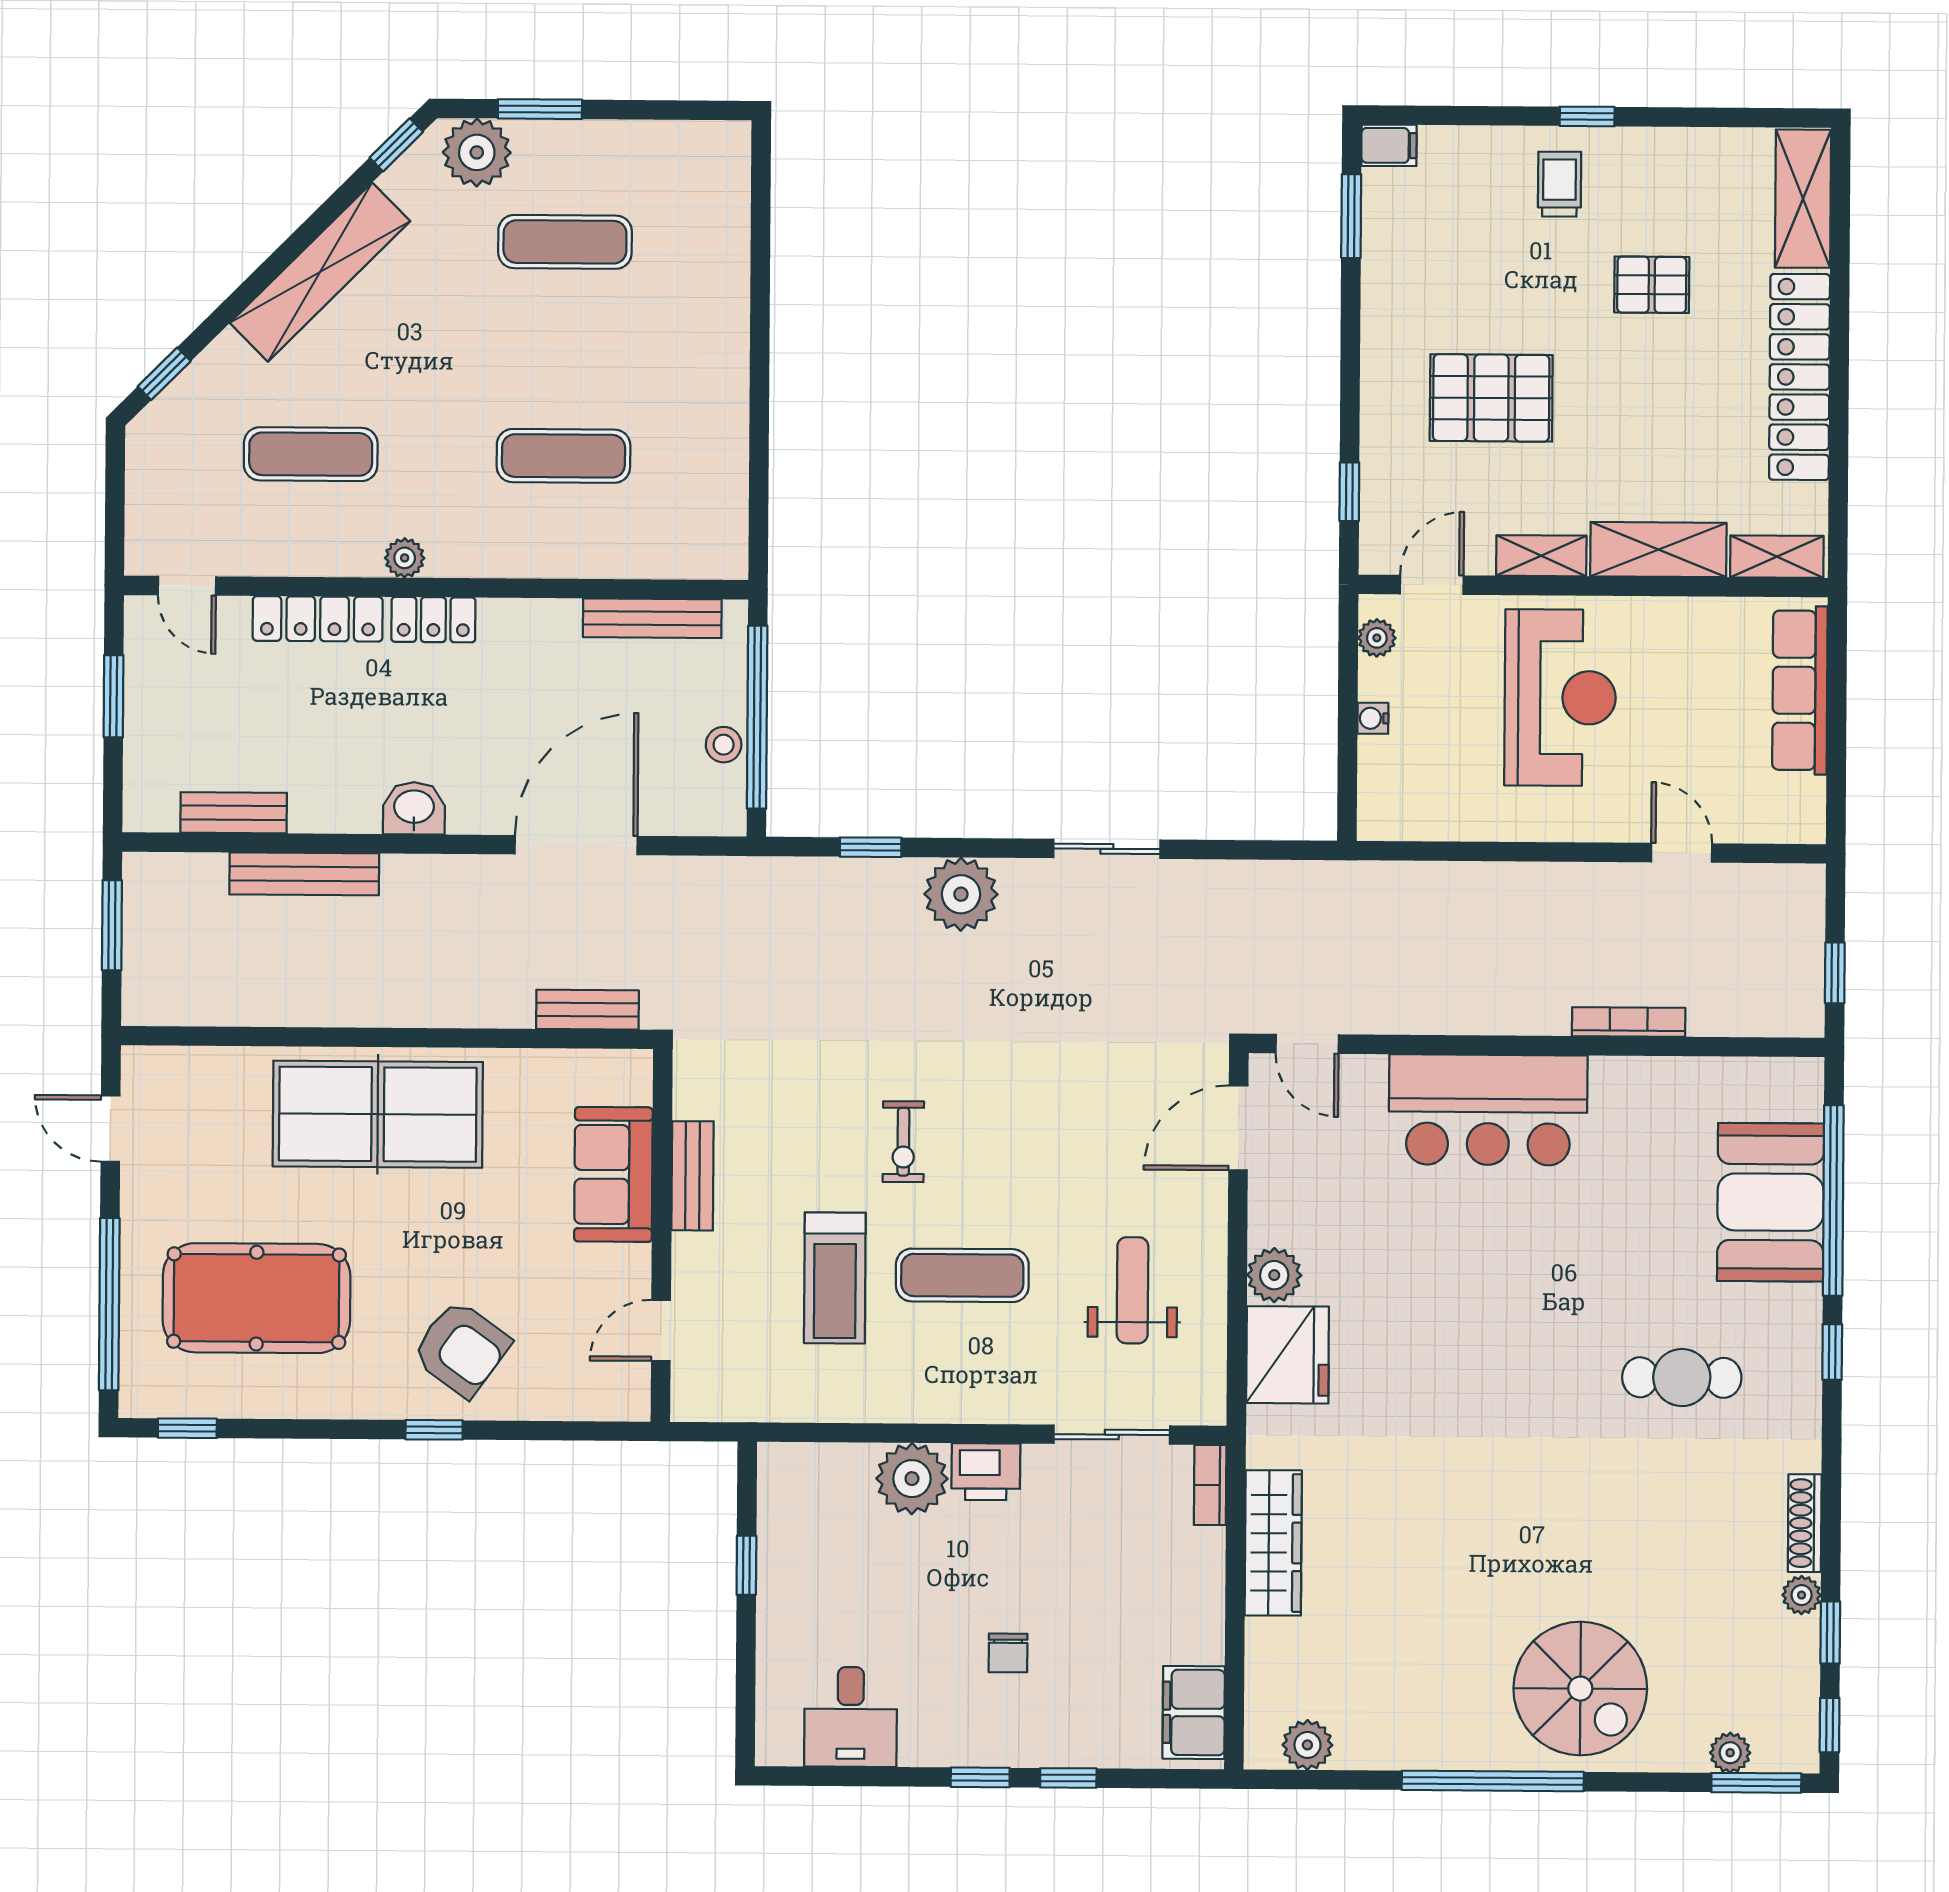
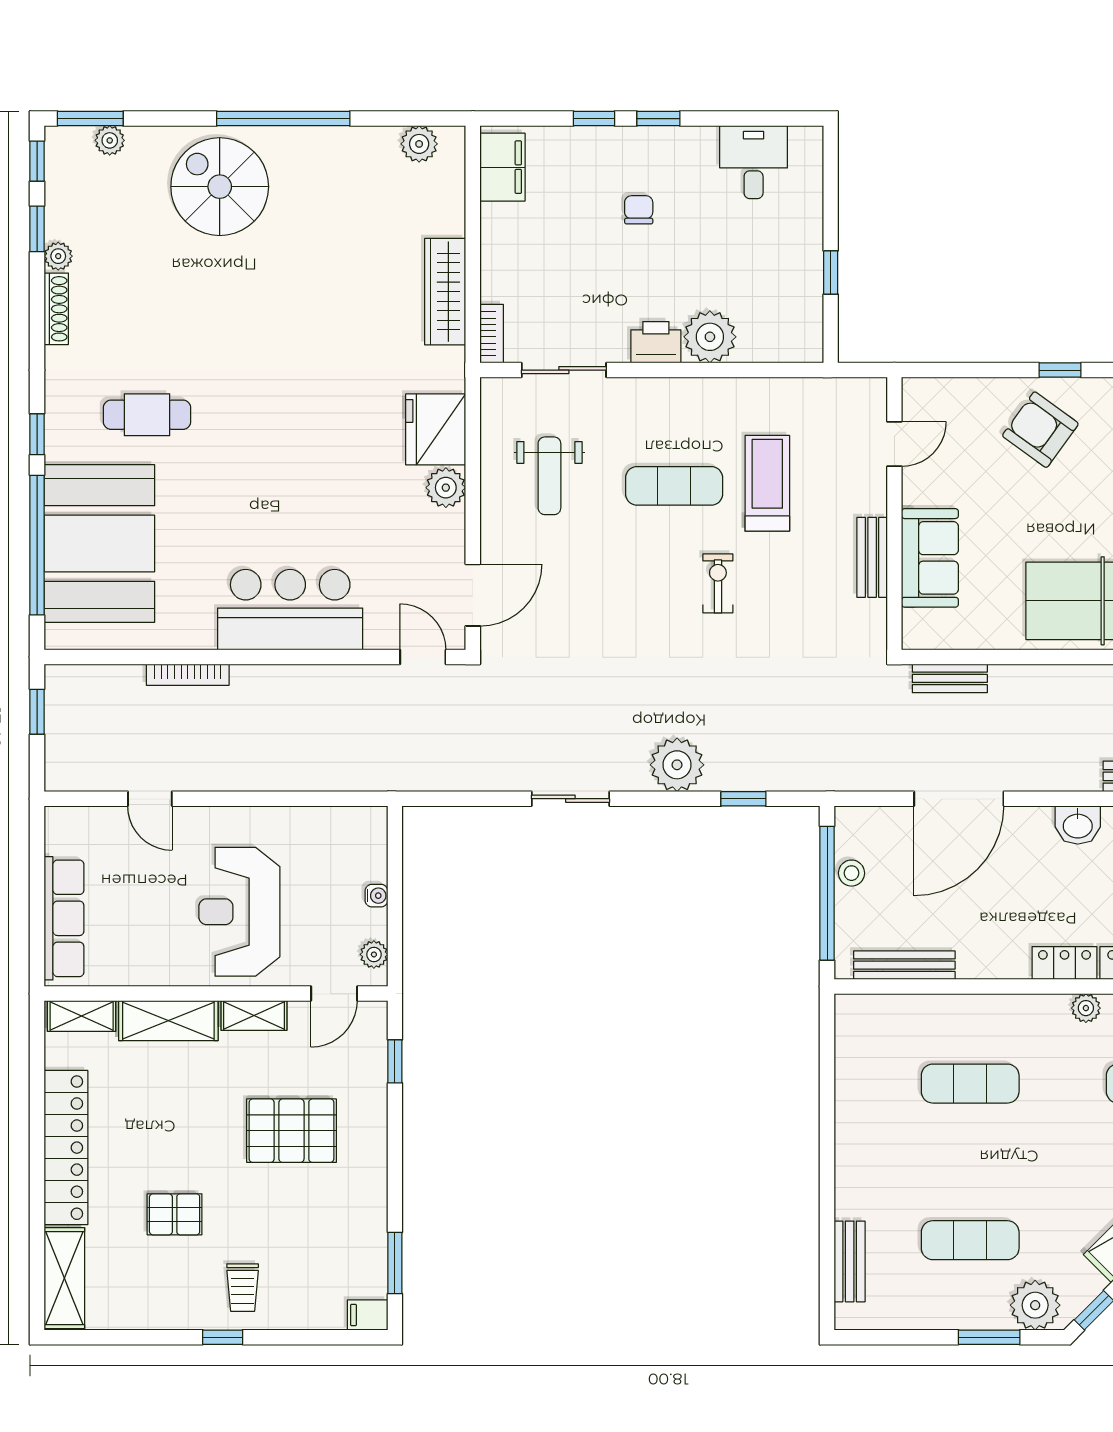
bench: (730, 214) -> (850, 1261), added
booth: (1771, 1202) -> (99, 544), width x1.36, depth x1.42

